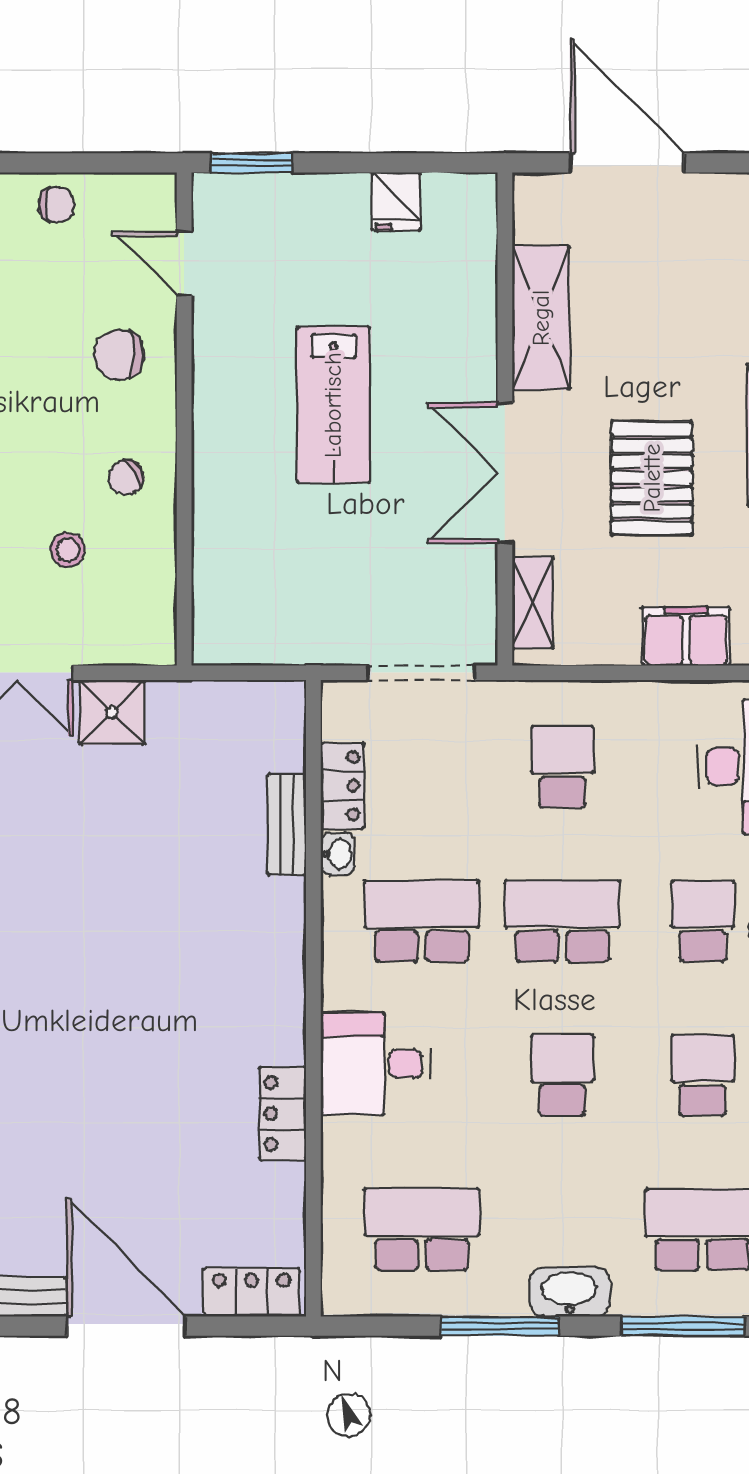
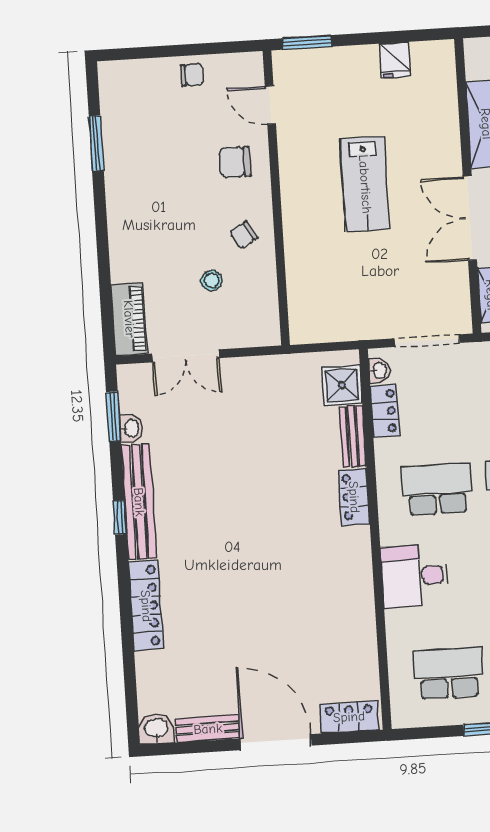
shower: (112, 712) -> (342, 385), moved
washbasin: (338, 854) -> (379, 370), moved
locker: (283, 1113) -> (354, 497), moved

